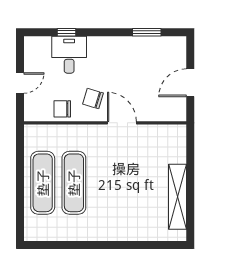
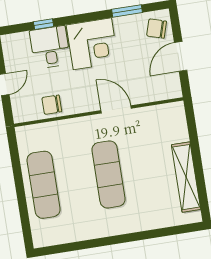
corner desk: (109, 58) -> (92, 44), added
chair: (93, 99) -> (157, 29), moved
exercise mat: (74, 183) -> (109, 174), moved

